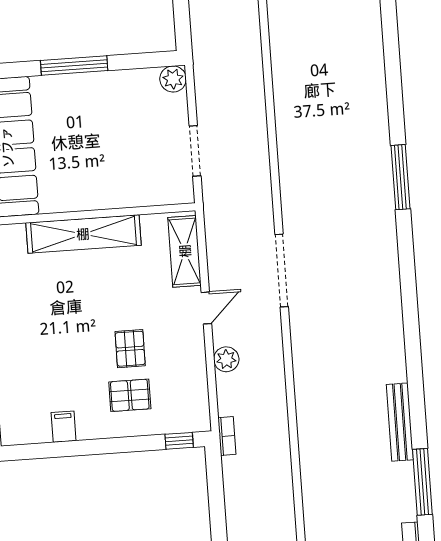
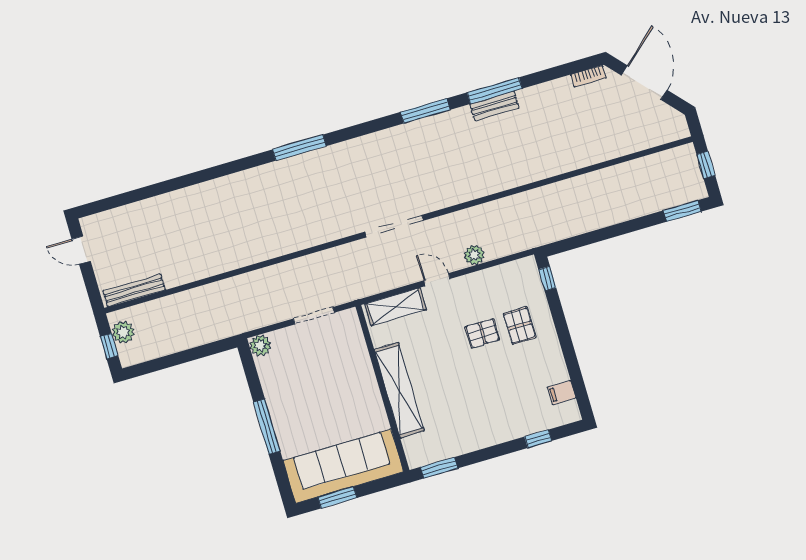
window: (412, 338) -> (425, 111), added
bench: (400, 422) -> (494, 106), width x0.73
filing cabinet: (64, 427) -> (562, 393), moved
bookcase: (227, 436) -> (535, 241), removed
window: (422, 482) -> (495, 91), moved

